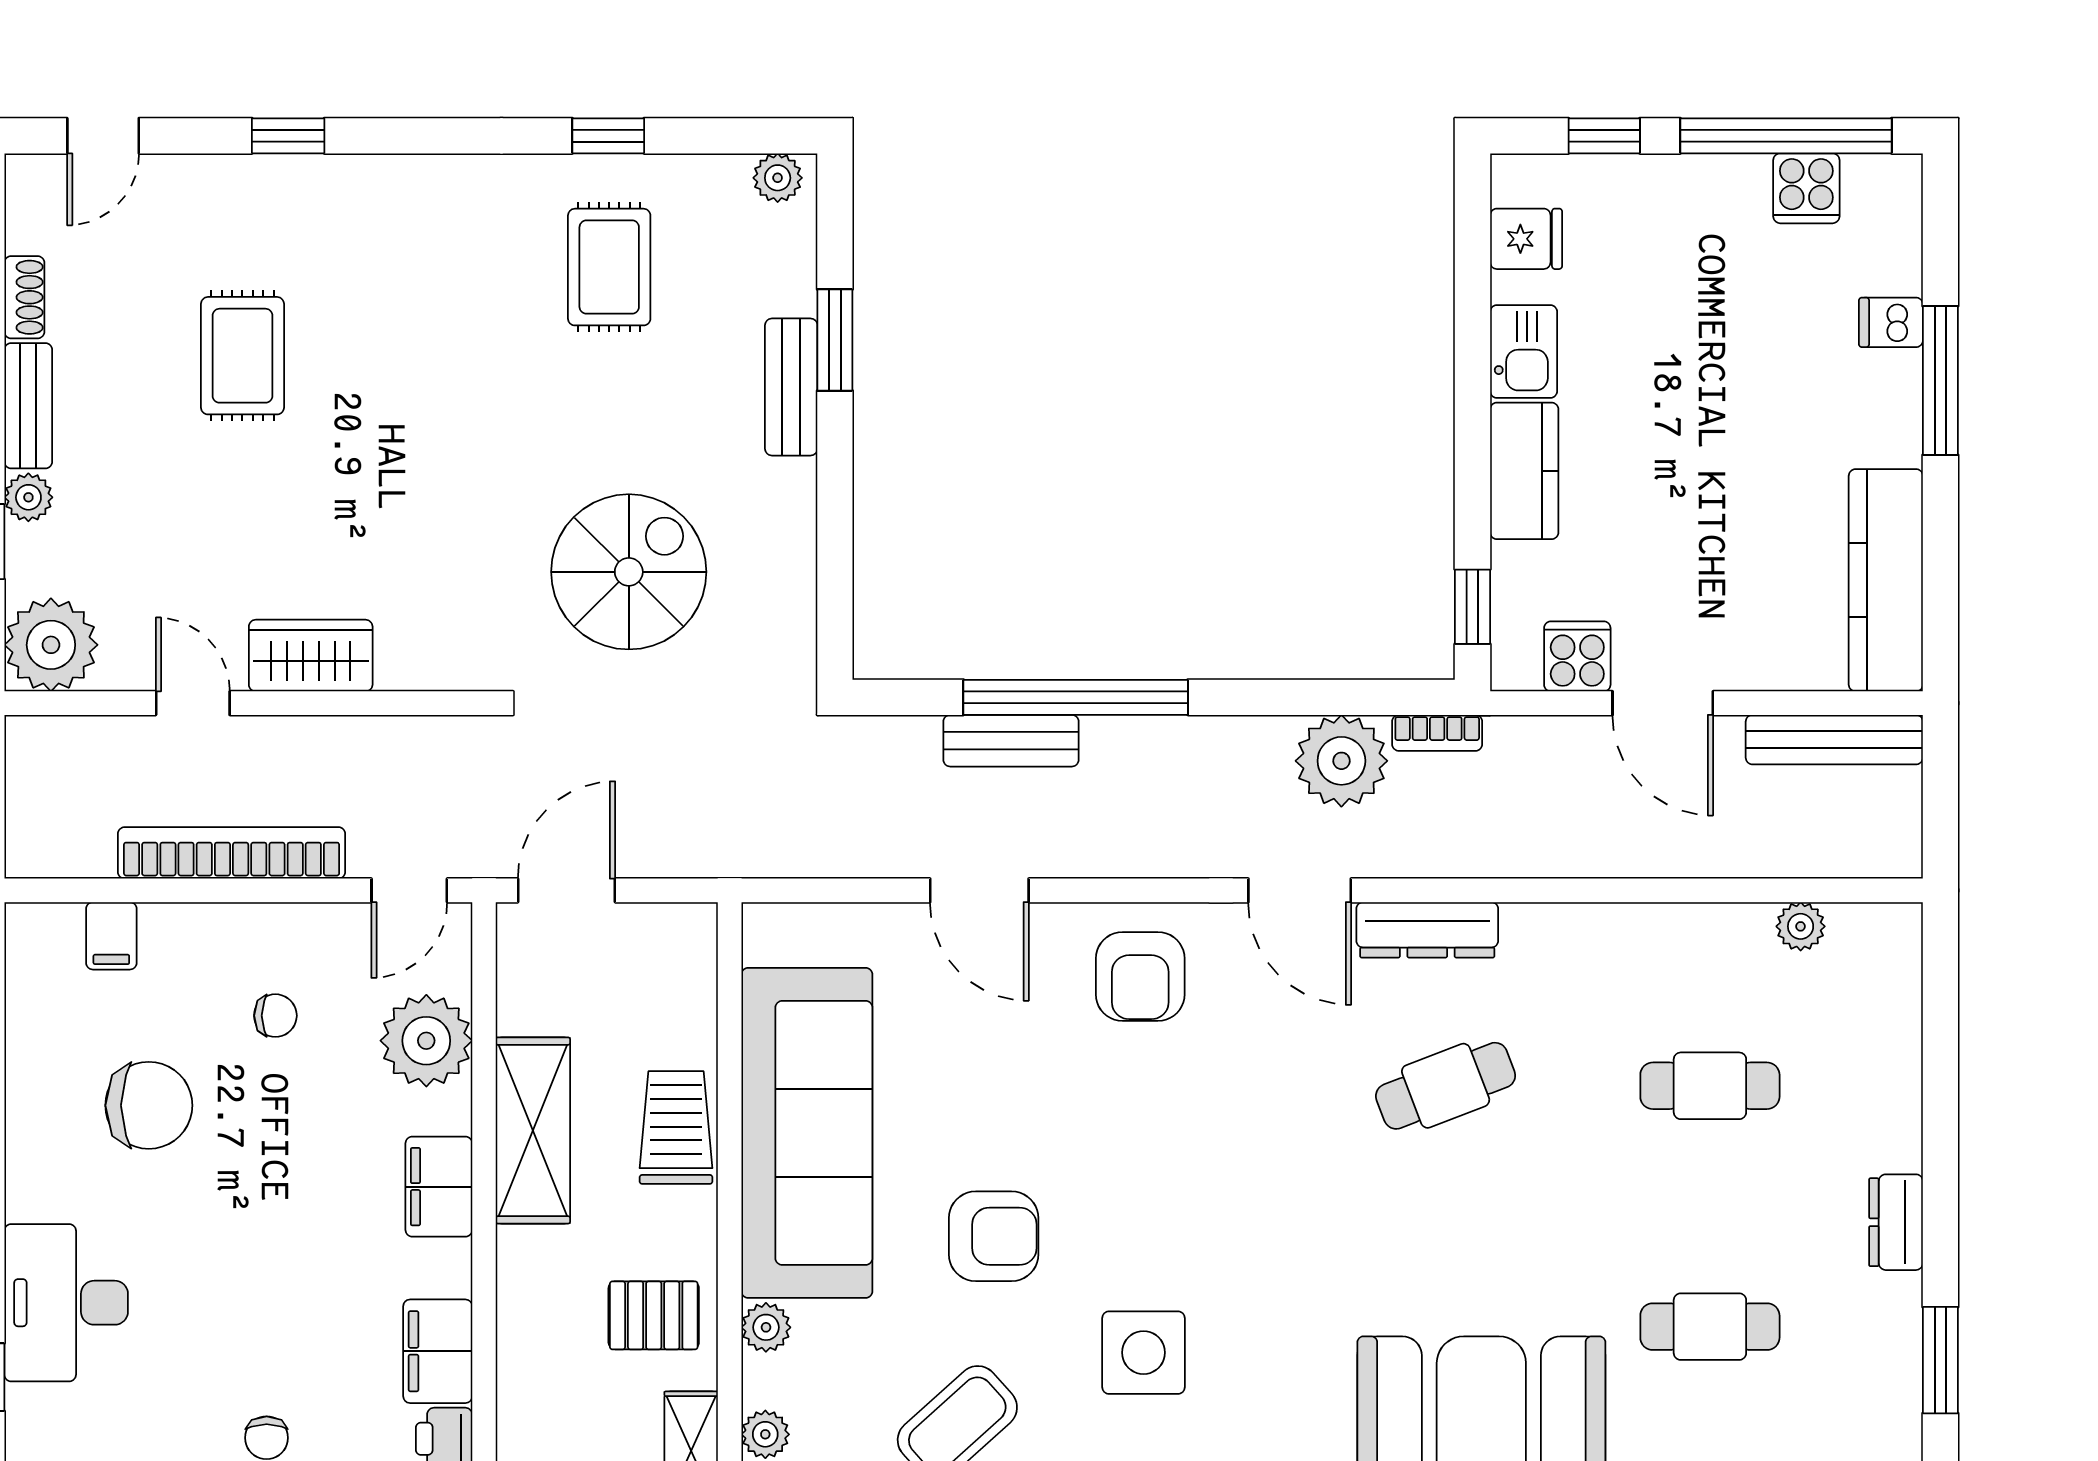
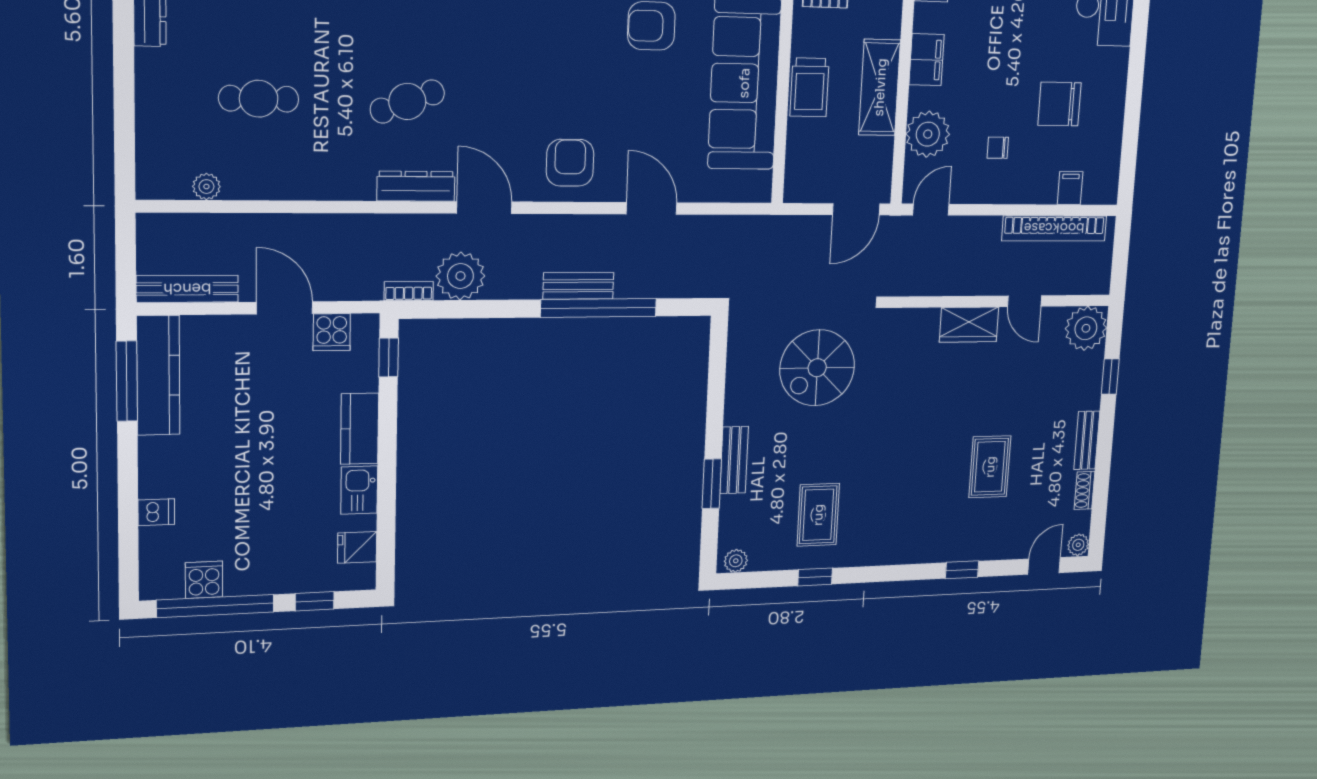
window: (1940, 380) -> (127, 381), moved
plant: (28, 497) -> (1078, 545), moved
bench: (1011, 741) -> (578, 286), moved
bookcase: (232, 853) -> (1054, 228), moved

